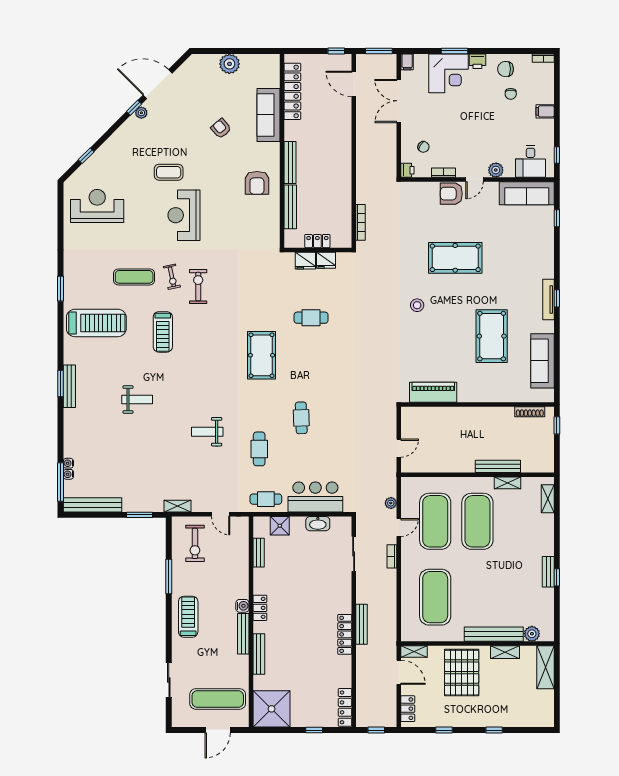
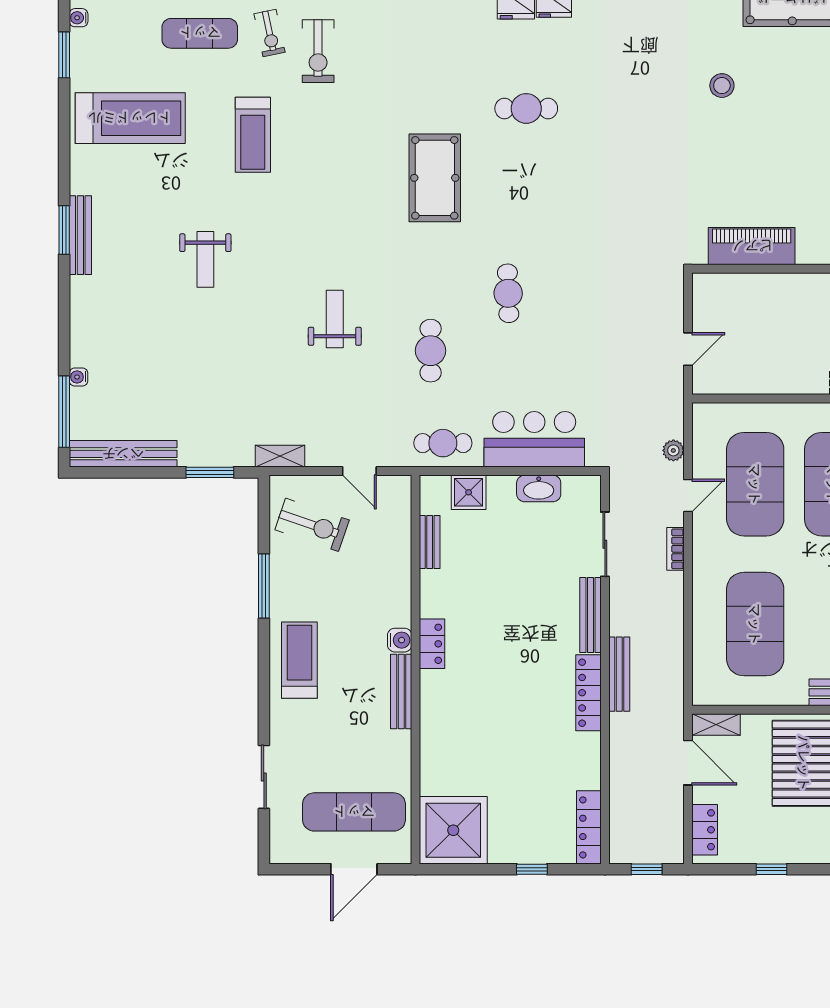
exercise bike: (198, 287) -> (318, 51), turned 180
weight bench: (137, 400) -> (205, 259), turned 90
weight bench: (207, 432) -> (335, 319), turned 90
water cooler: (68, 474) -> (79, 18), moved
exercise bike: (195, 543) -> (312, 525), turned -71
bench: (259, 654) -> (590, 615), moved

